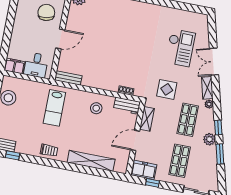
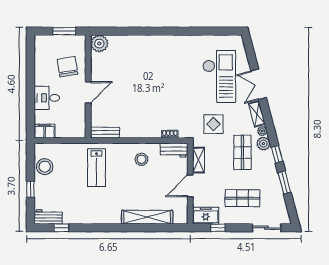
checkout: (180, 48) -> (219, 76), width x1.36, depth x1.21
desk: (36, 65) -> (47, 98), moved, turned 90
plant: (209, 139) -> (263, 144), moved
trolley: (49, 150) -> (100, 215), removed
shop shelf: (180, 161) -> (242, 198), turned 90

